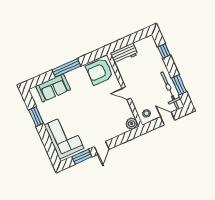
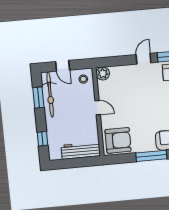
workbench: (124, 54) -> (81, 151), width x1.37

